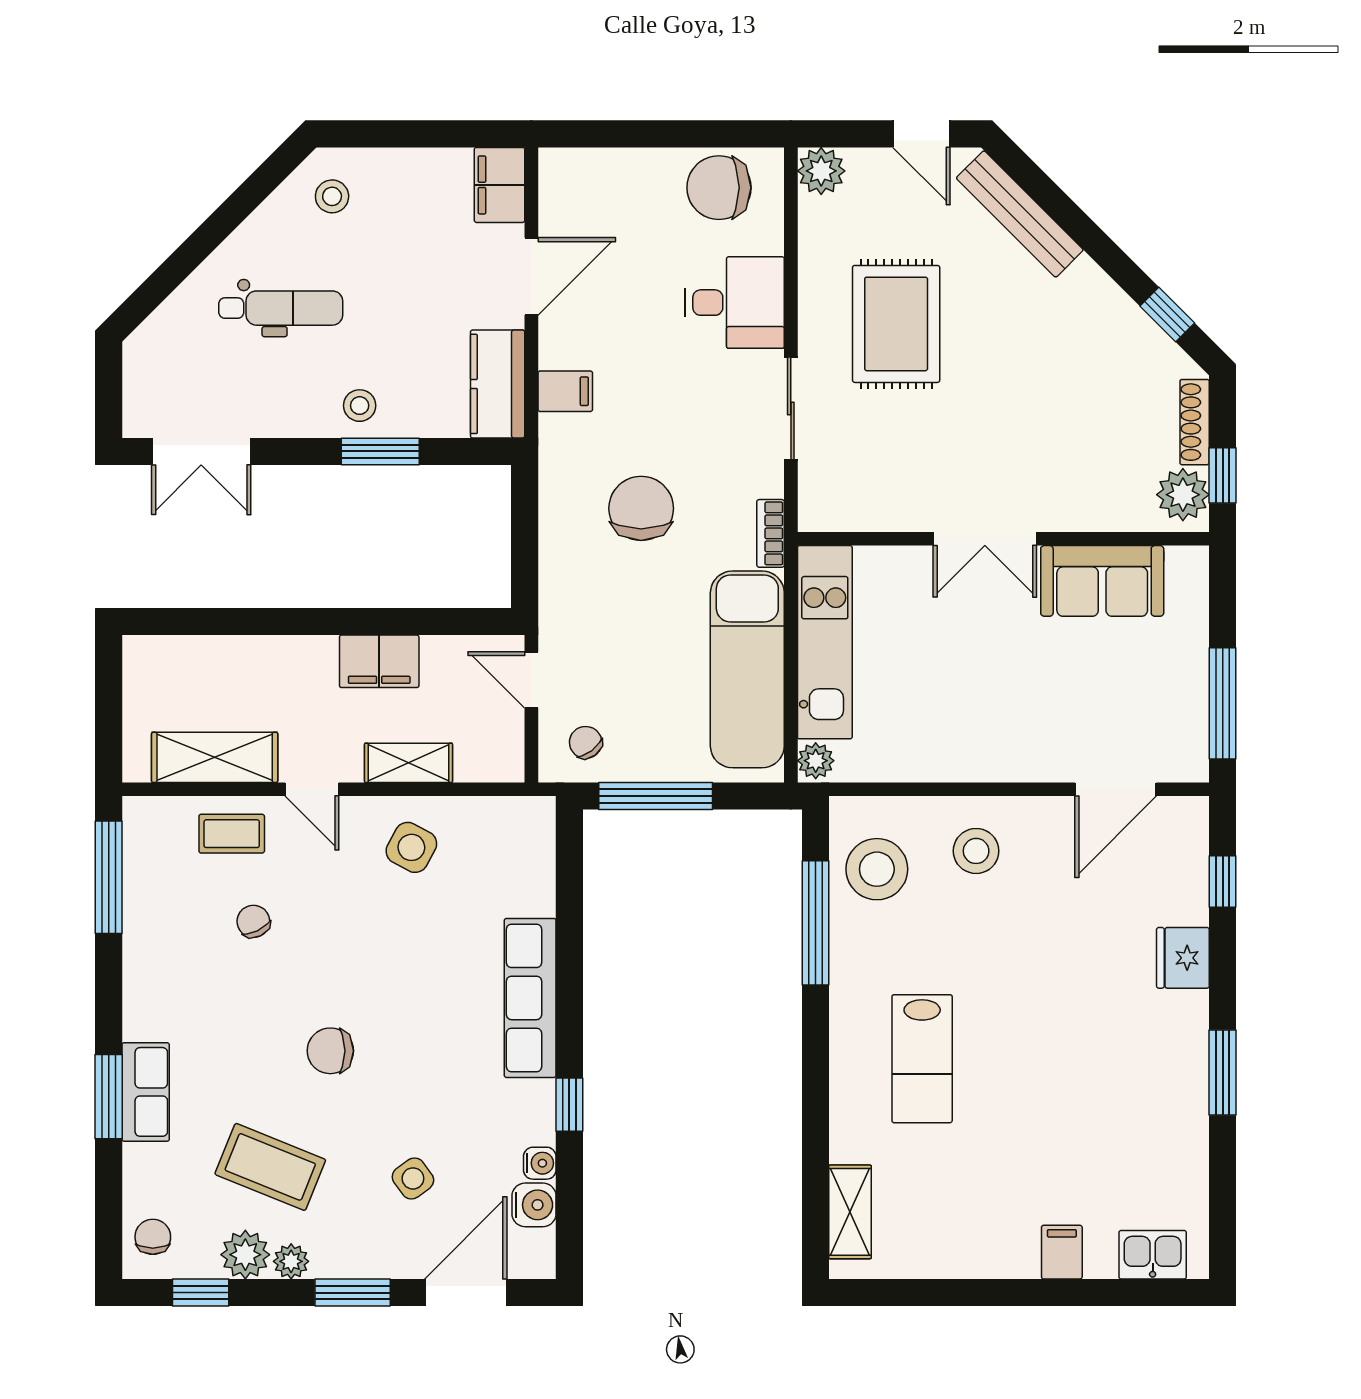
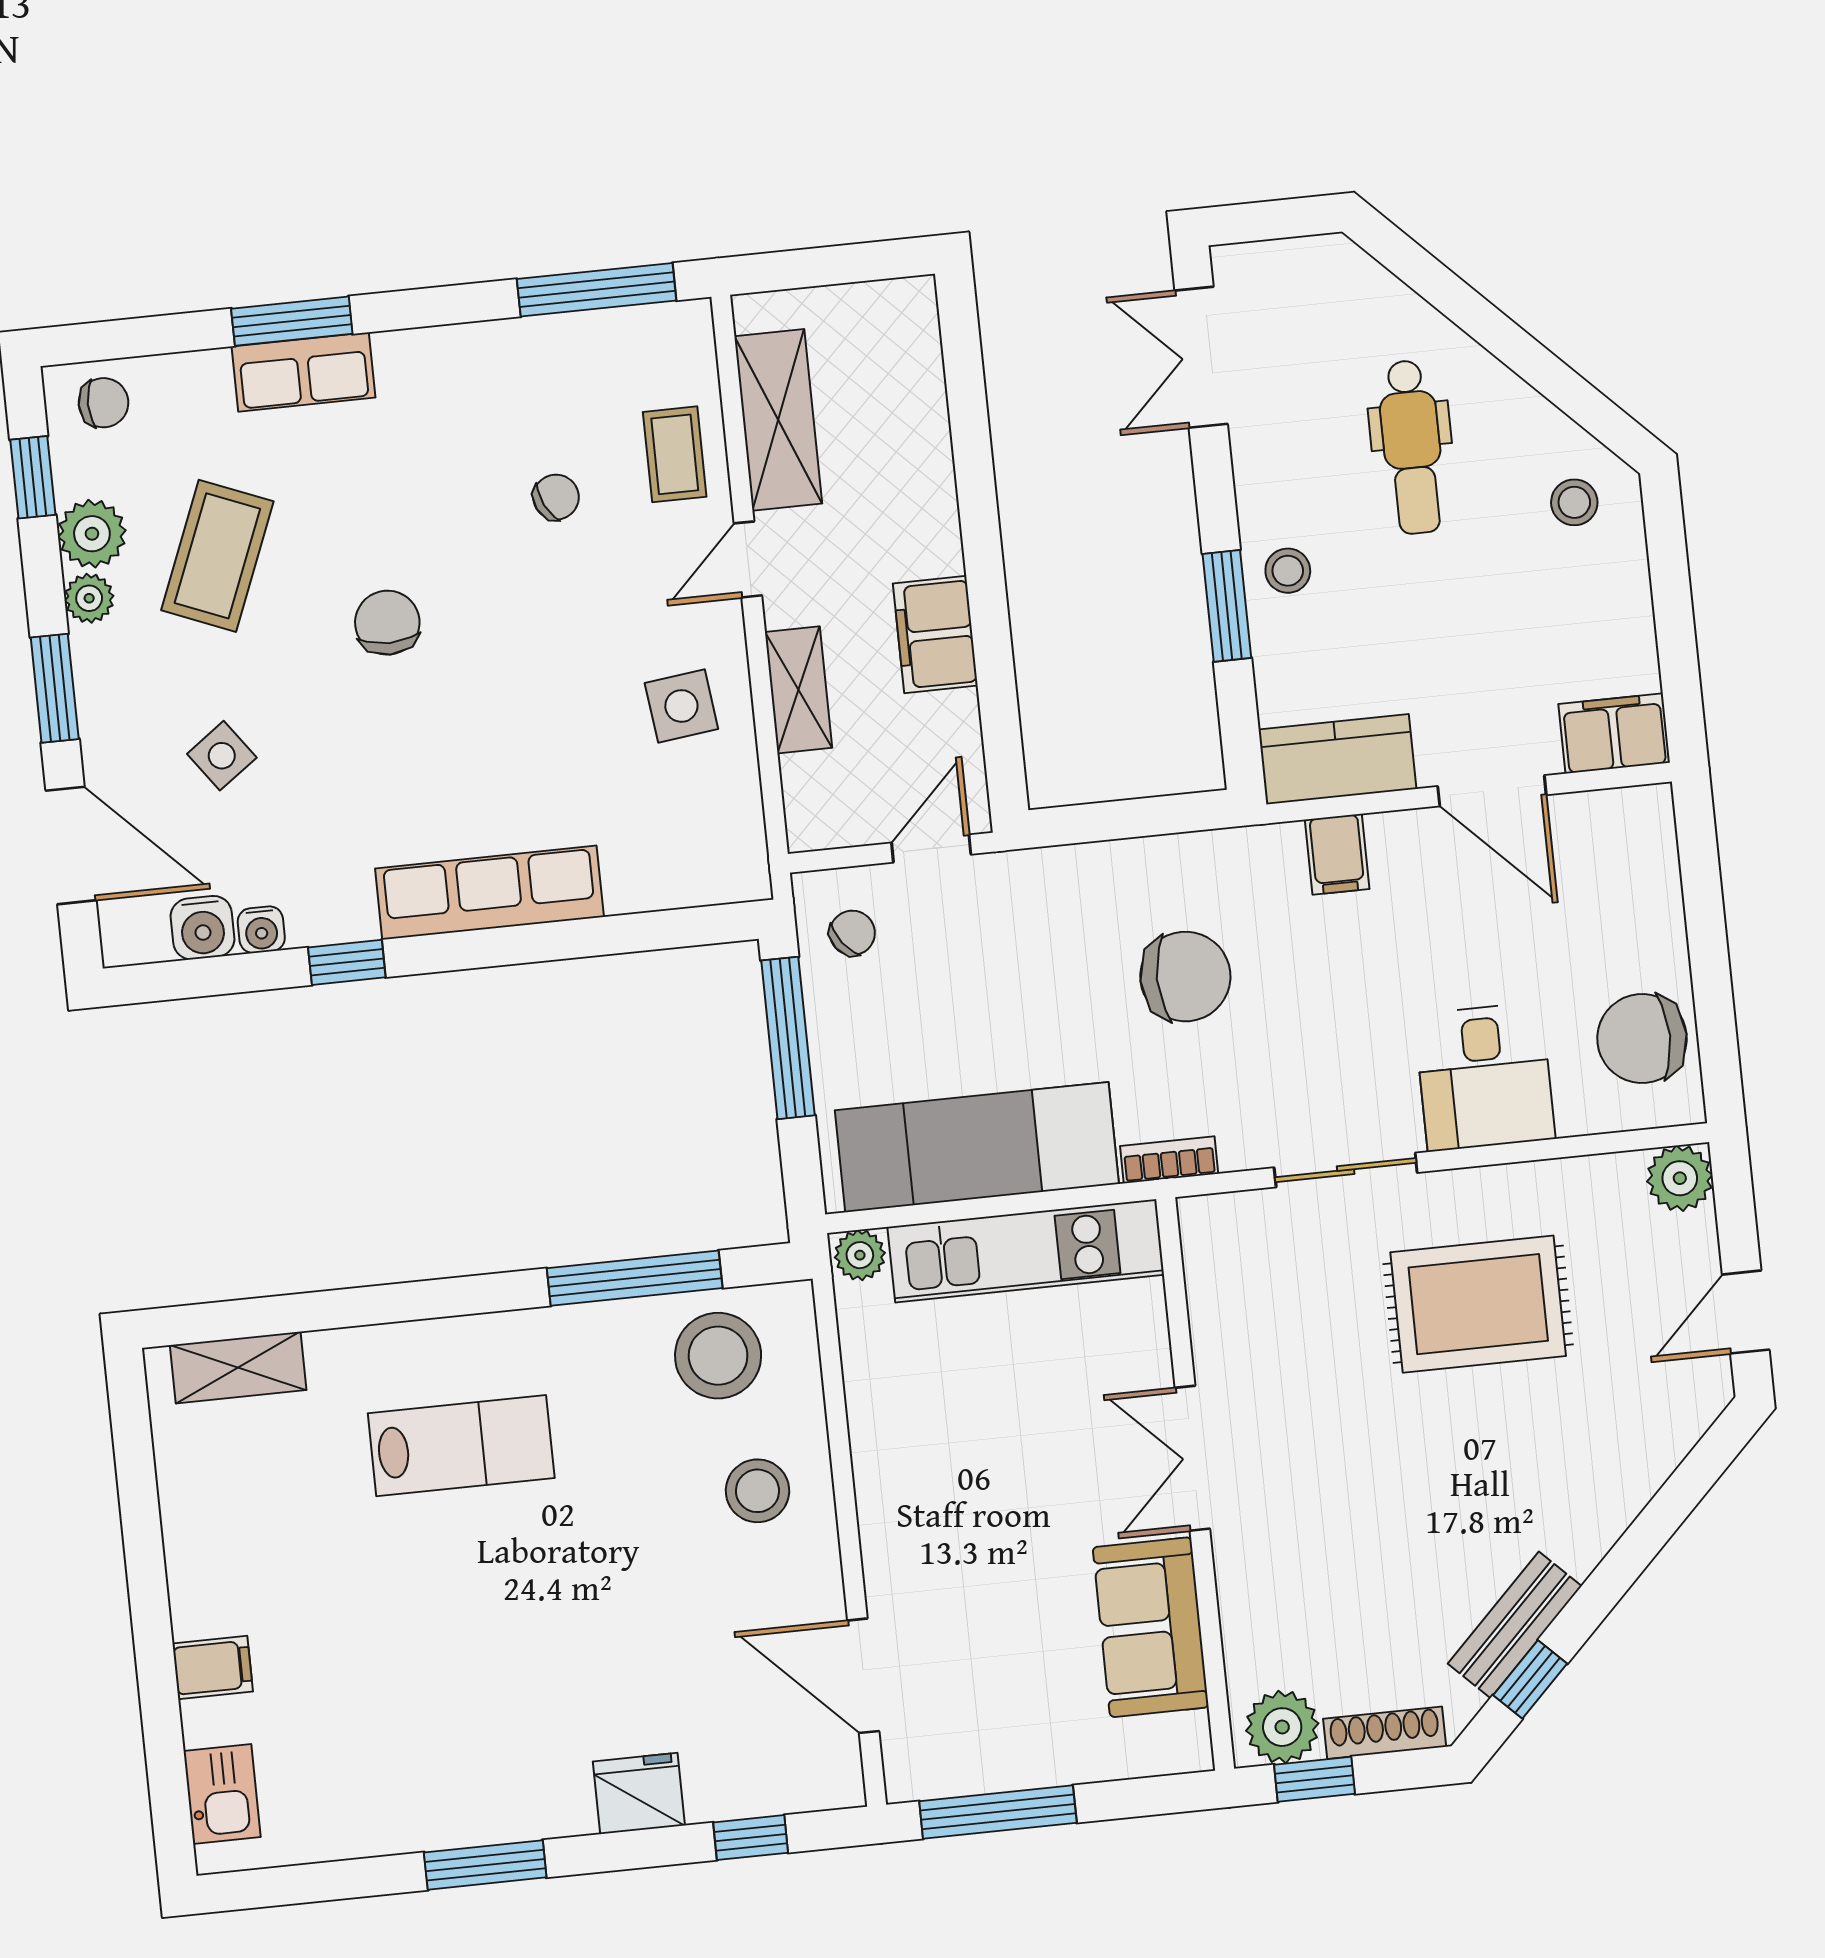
chair: (719, 188) -> (1642, 1039), turned -90
bench: (1020, 214) -> (1515, 1625), moved, width x0.73
side table: (411, 847) -> (681, 706), turned -35
lab bench: (922, 1059) -> (461, 1446), turned 180

